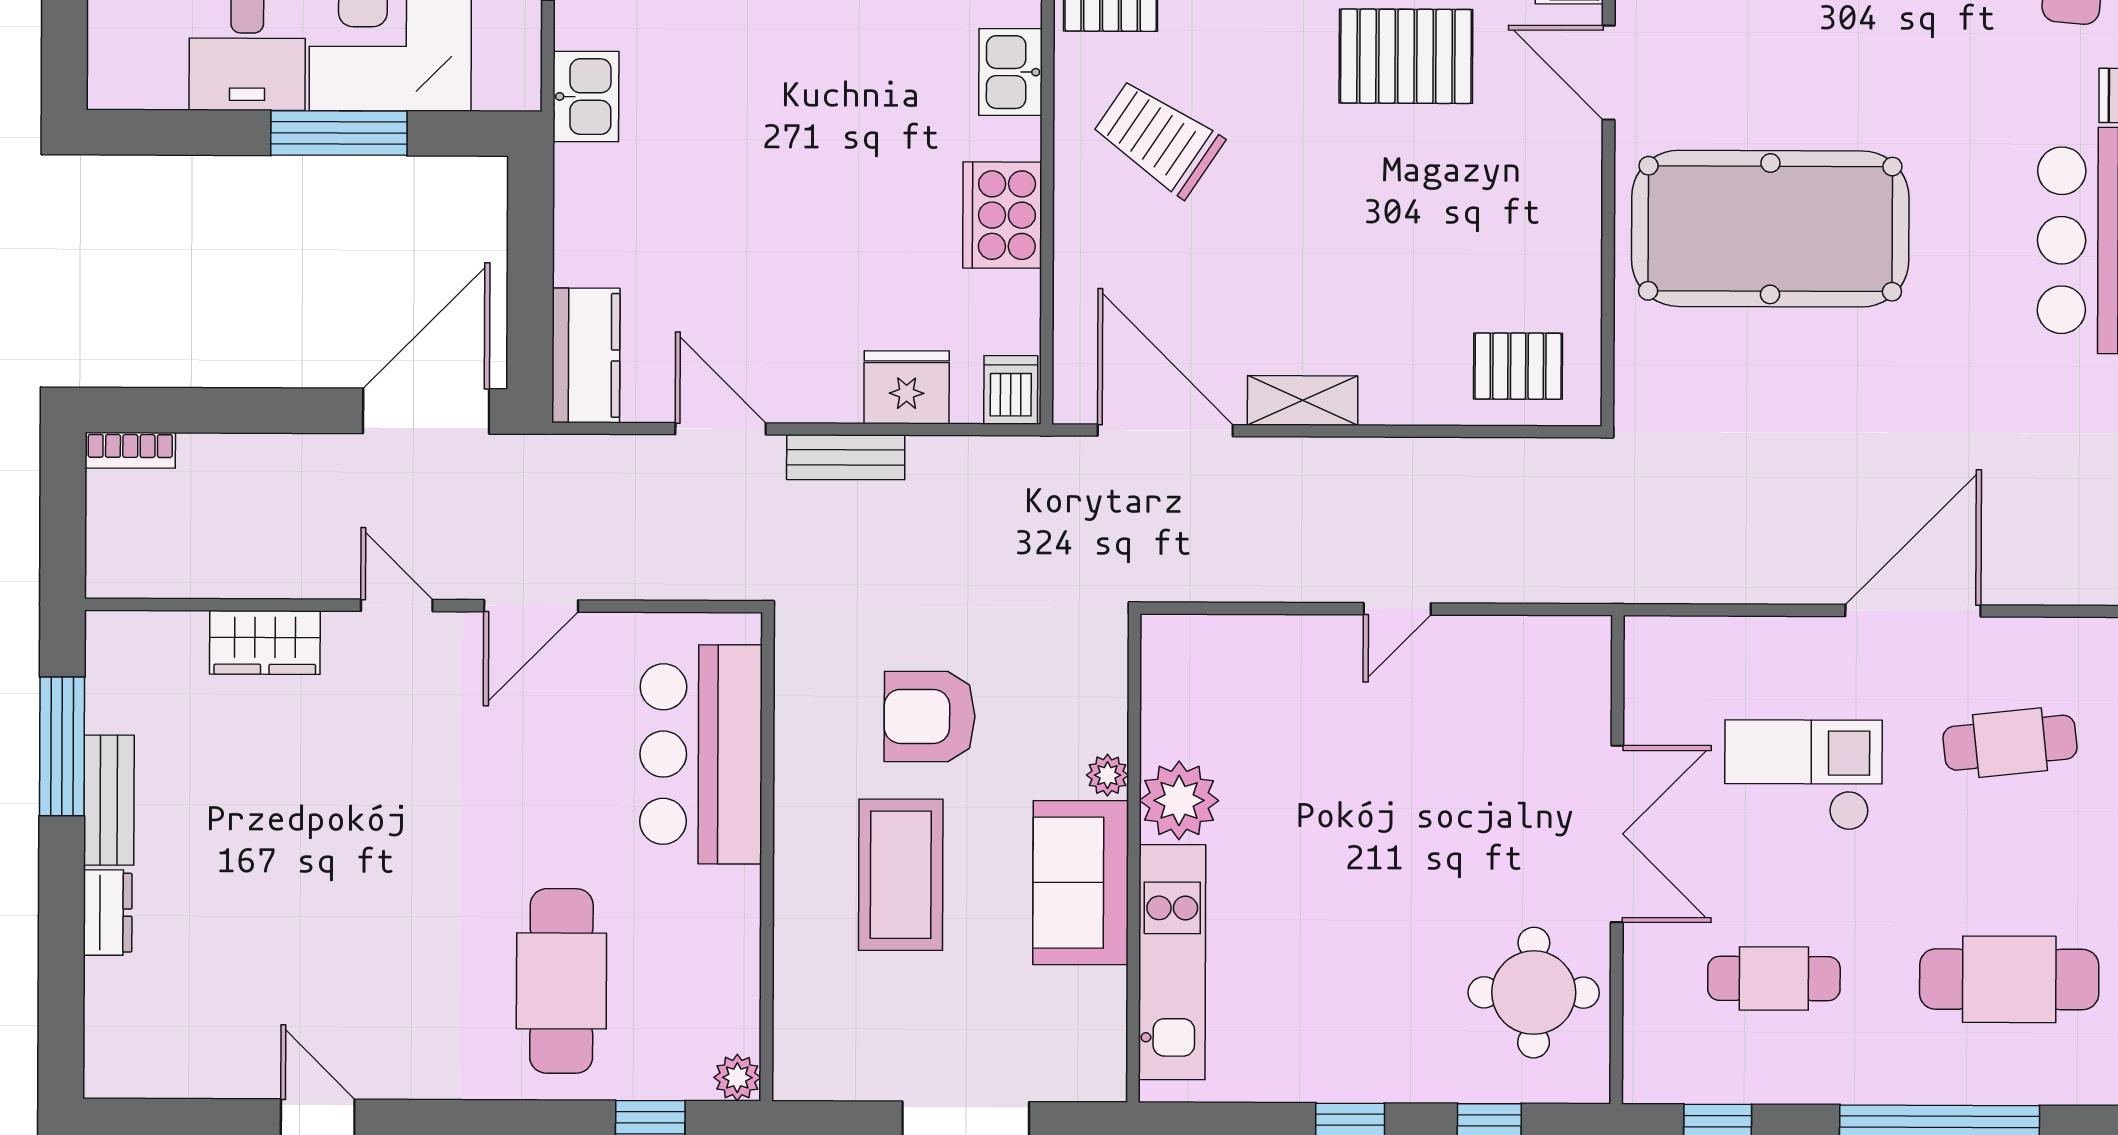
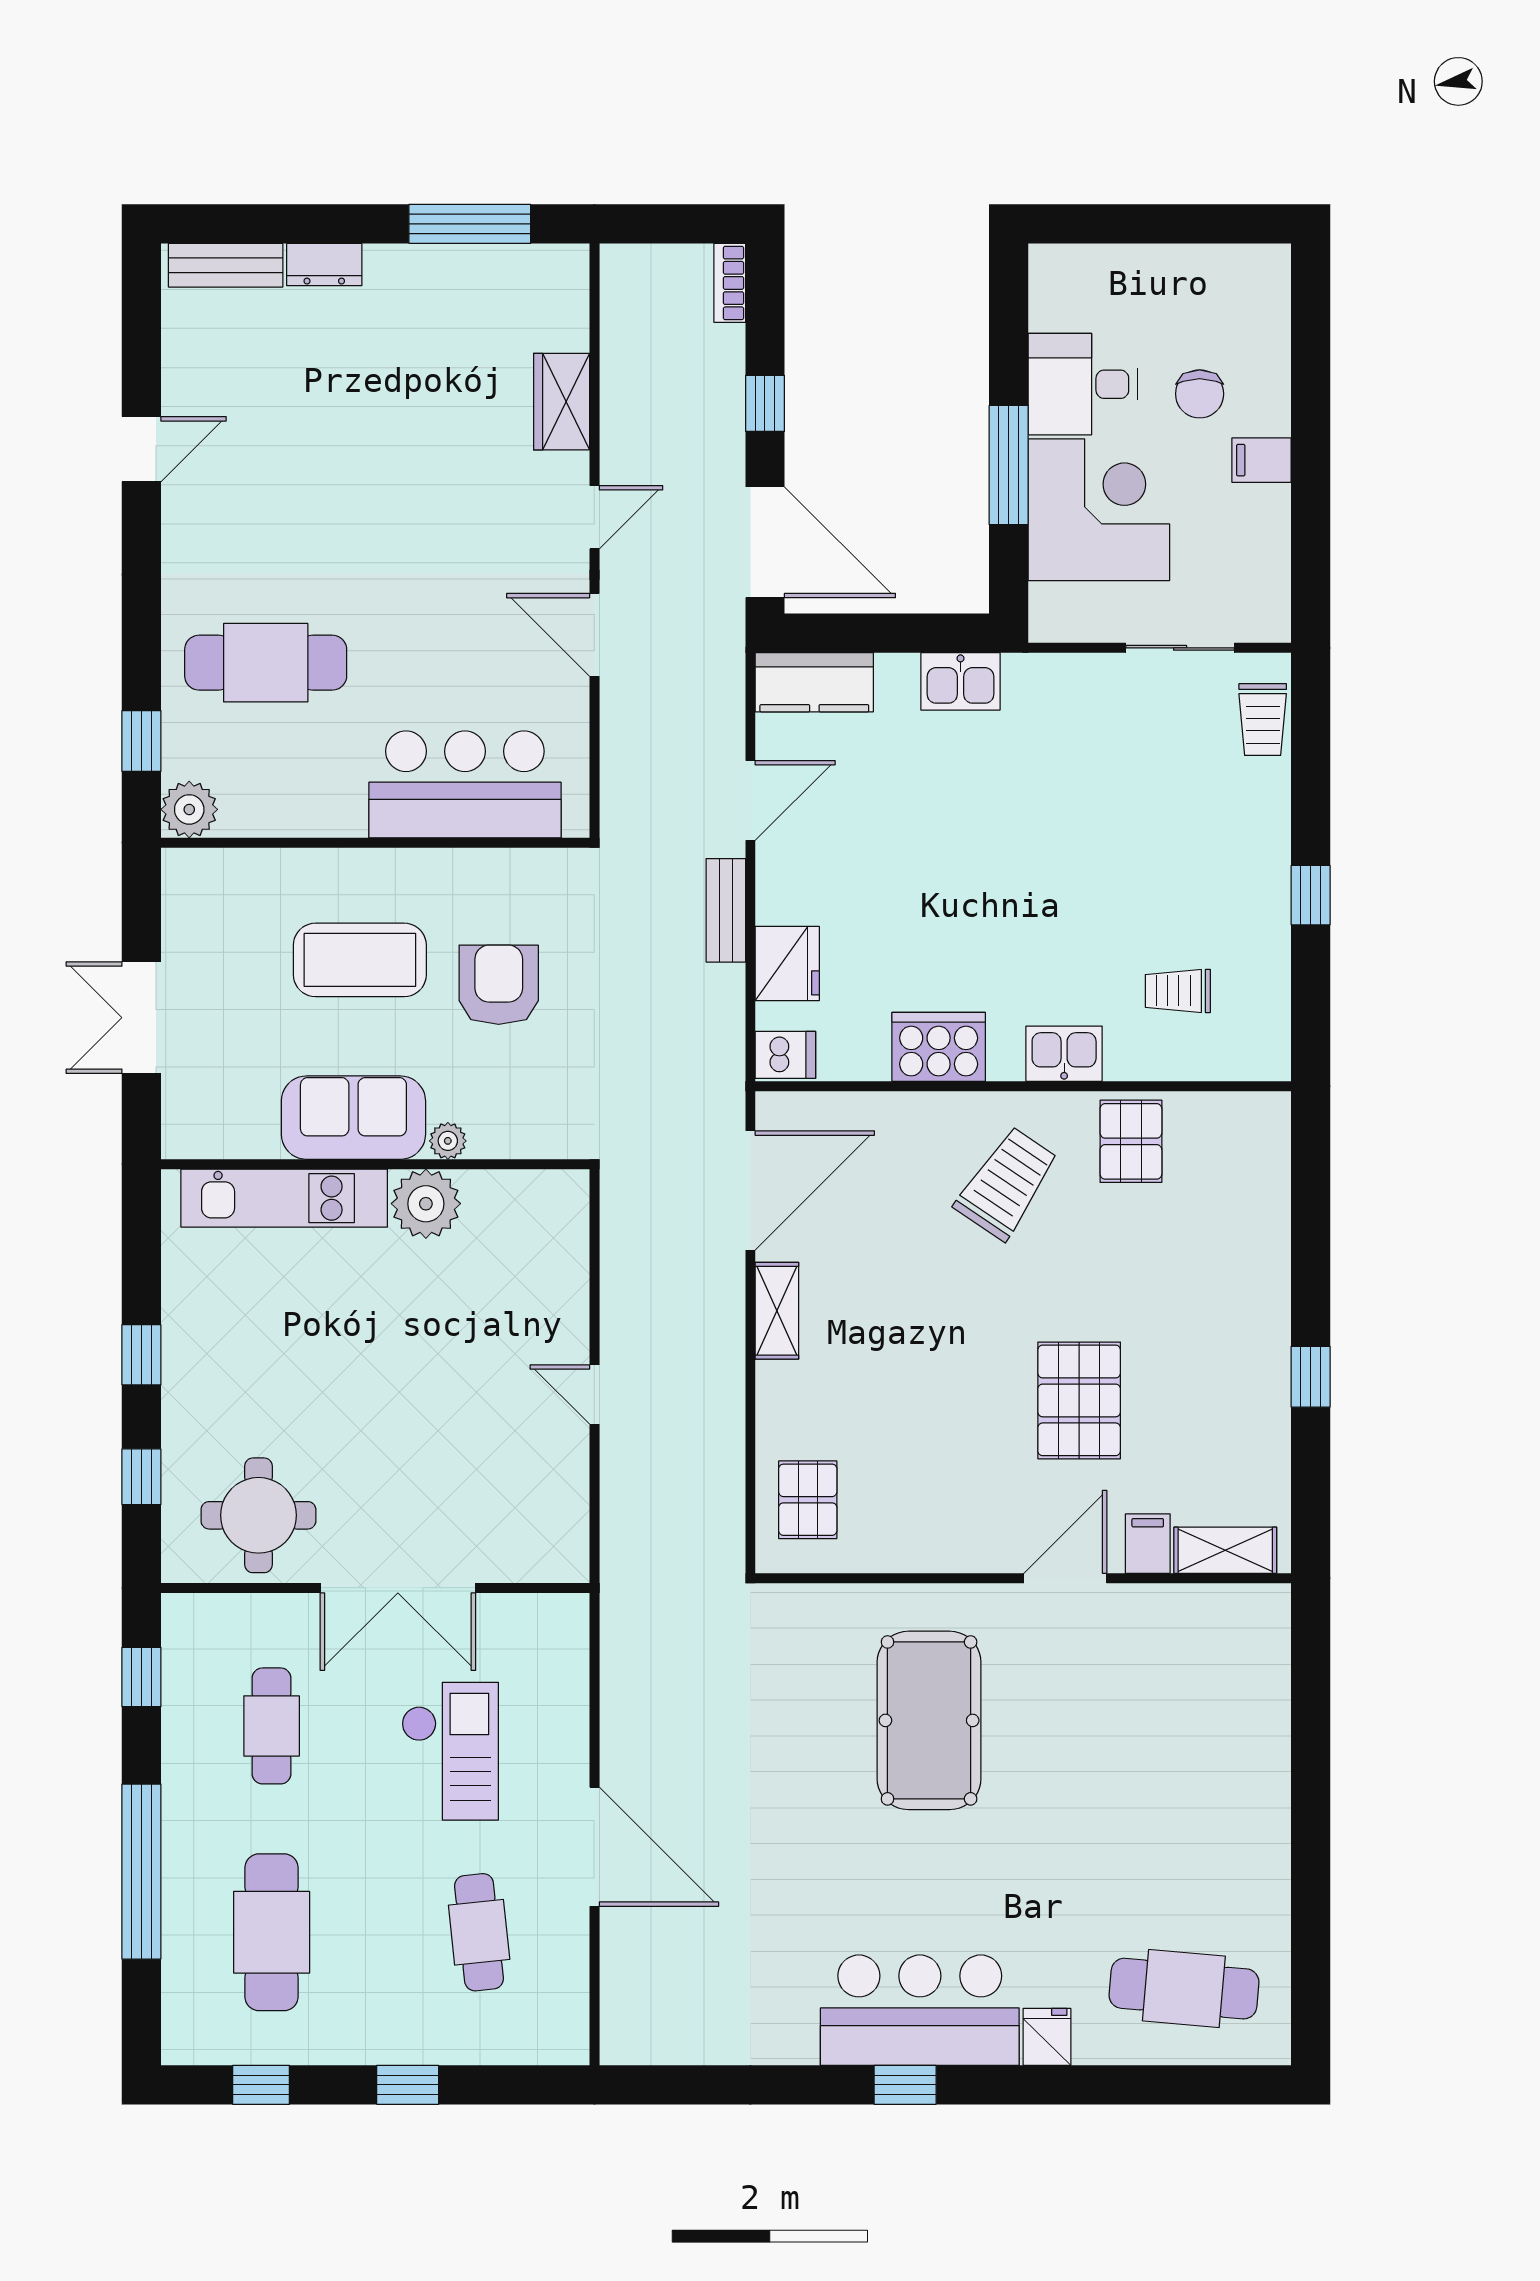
kitchen sink: (586, 97) -> (960, 681), moved
pool table: (1770, 229) -> (929, 1720), width x0.73, depth x0.76
window: (268, 411) -> (765, 403), added
bench: (109, 800) -> (226, 265), moved
plant: (737, 1078) -> (189, 809), width x1.38, depth x1.38

